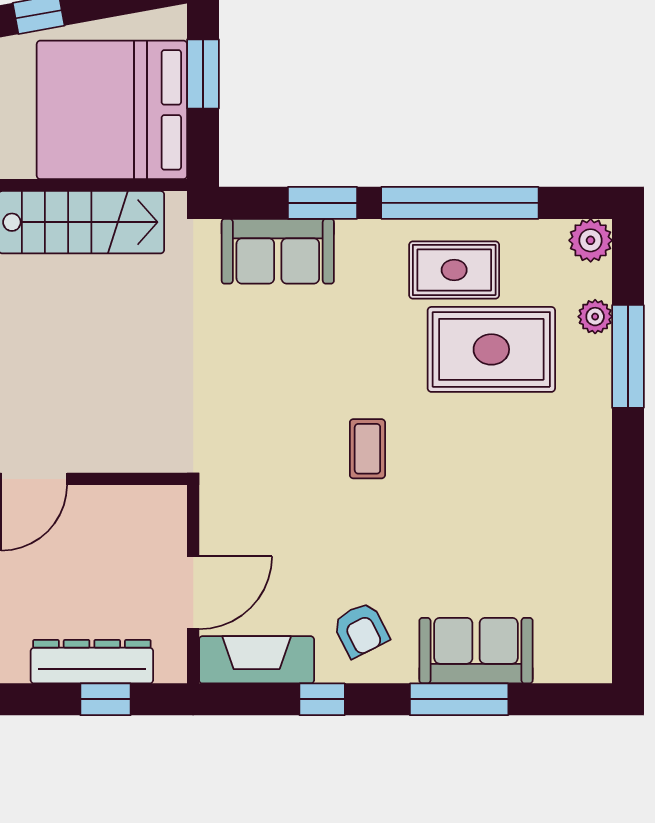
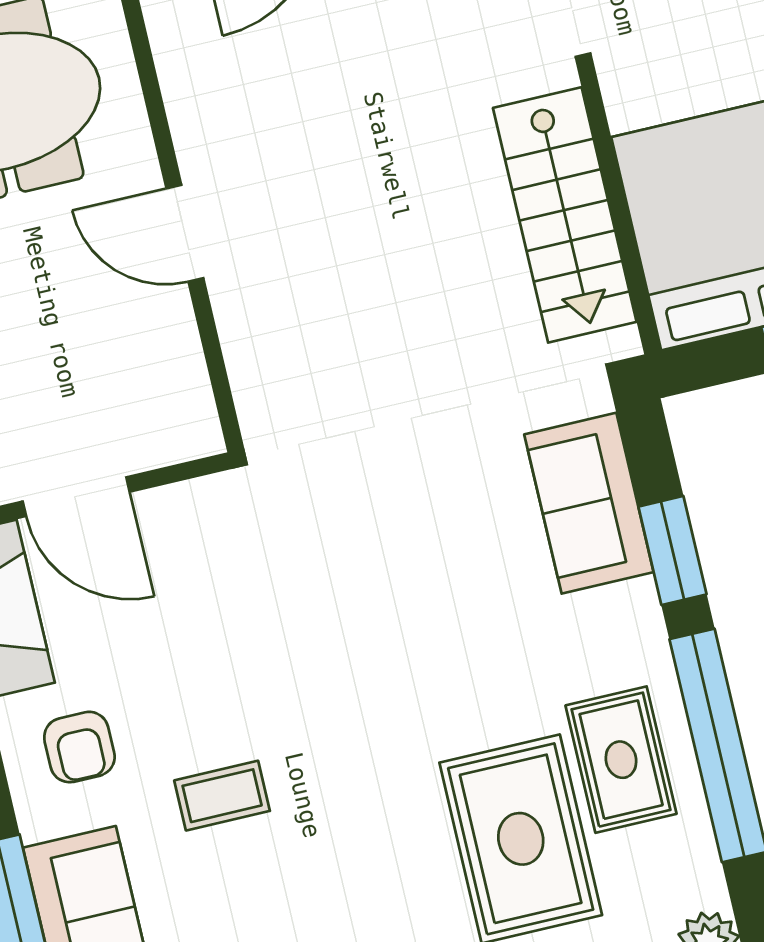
coffee table: (367, 449) -> (222, 796), moved
armchair: (361, 630) -> (79, 747), turned -63

